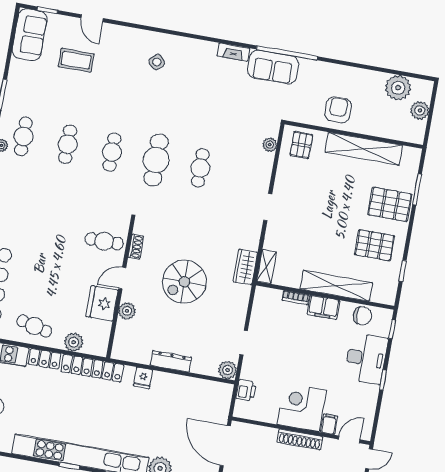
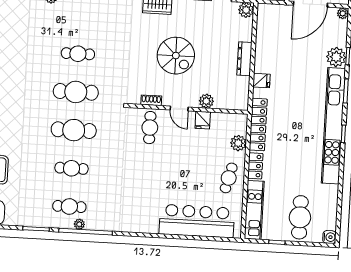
cafe table: (112, 152) -> (74, 130), width x1.37, depth x1.35
fridge: (102, 303) -> (203, 120), width x0.53, depth x0.75

